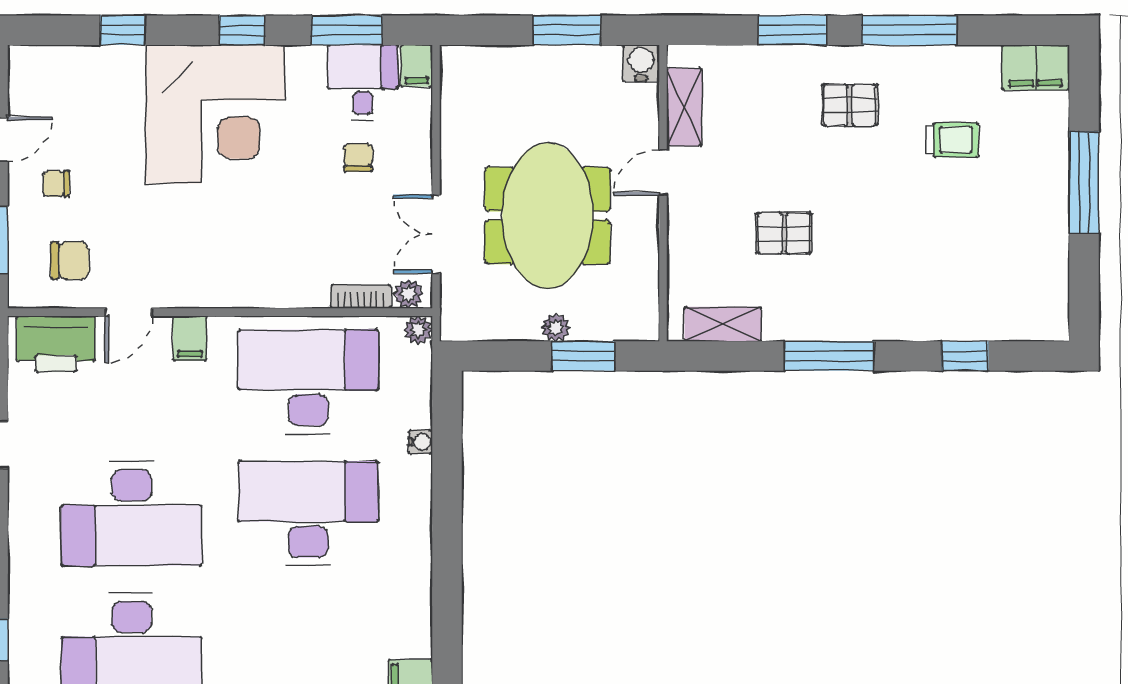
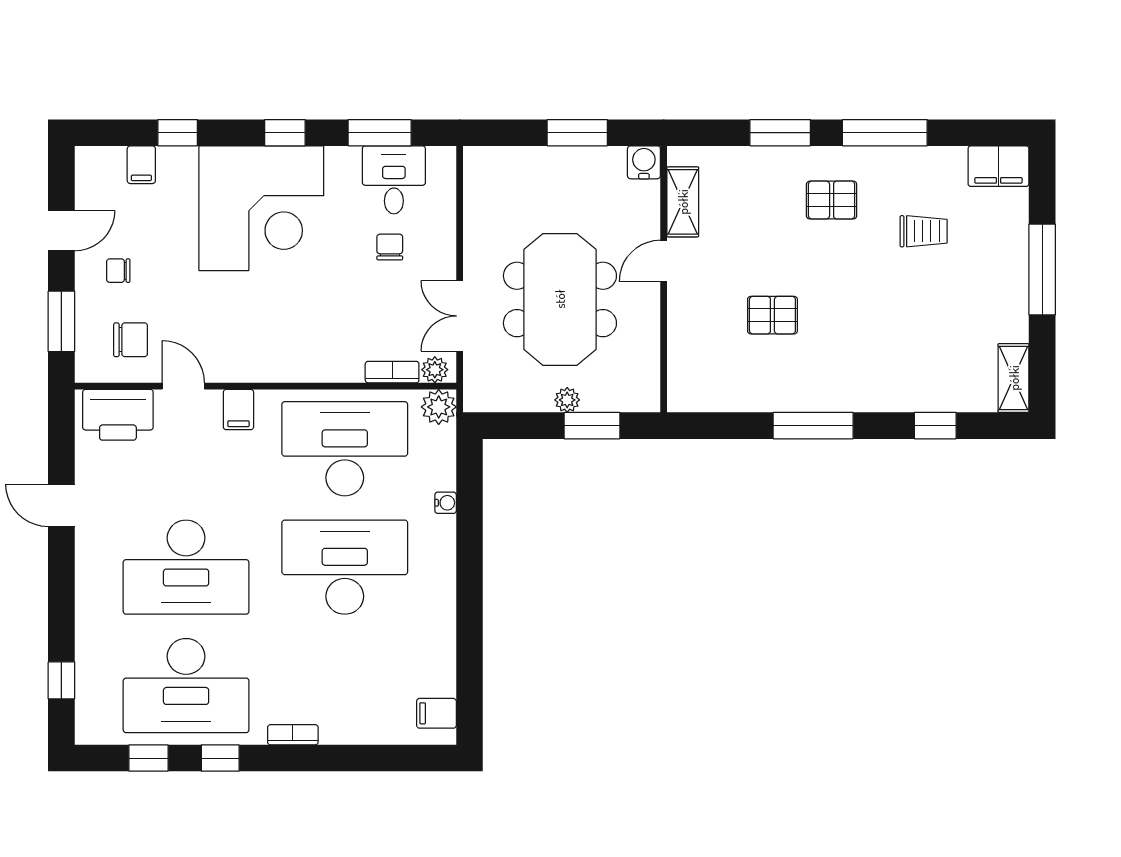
filing cabinet: (417, 66) -> (141, 165), moved
door: (128, 312) -> (183, 386), swing flipped
shelving: (723, 324) -> (1014, 378), moved, turned 90
plant: (418, 330) -> (439, 407), width x1.38, depth x1.38

